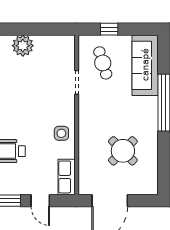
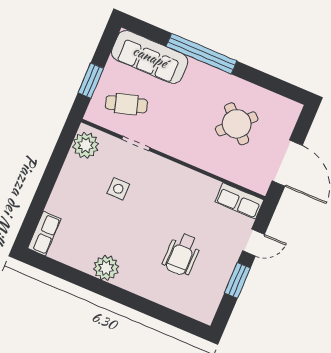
window: (109, 29) -> (91, 81), width x1.50
plant: (23, 46) -> (86, 145), moved
side table: (61, 133) -> (118, 189), moved

